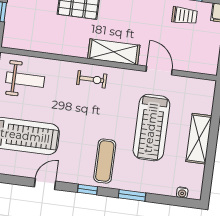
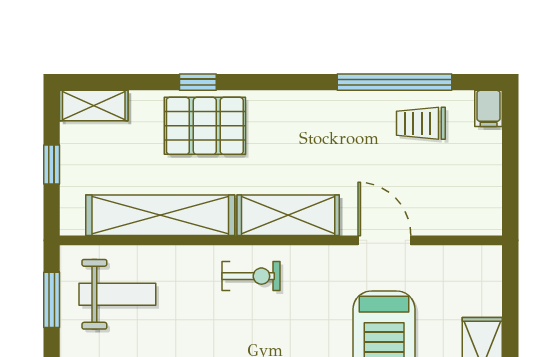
trolley: (185, 16) -> (421, 123), turned 180
shelving: (51, 44) -> (160, 215), added

